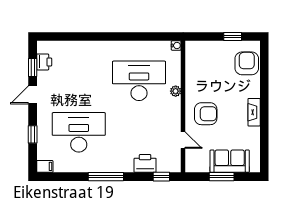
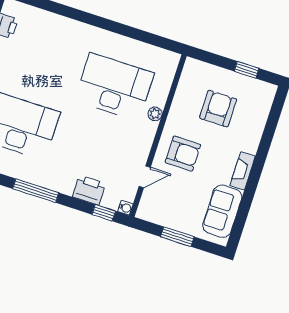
water cooler: (176, 46) -> (125, 208), moved
armchair: (247, 63) -> (218, 109), moved
door: (183, 140) -> (145, 177), hinge flipped
sofa: (230, 161) -> (222, 211), moved, turned -90

